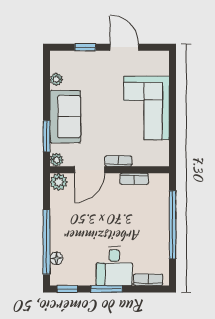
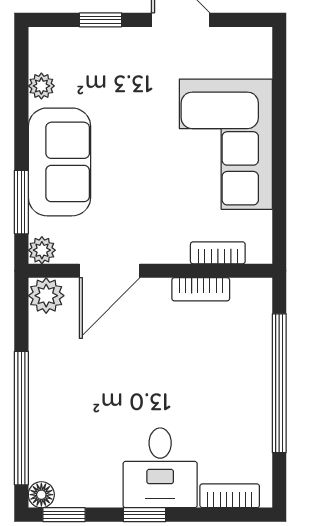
bookcase: (118, 161) -> (218, 253), moved
floor lamp: (56, 258) -> (41, 495), moved
window: (107, 289) -> (144, 515), width x0.67

